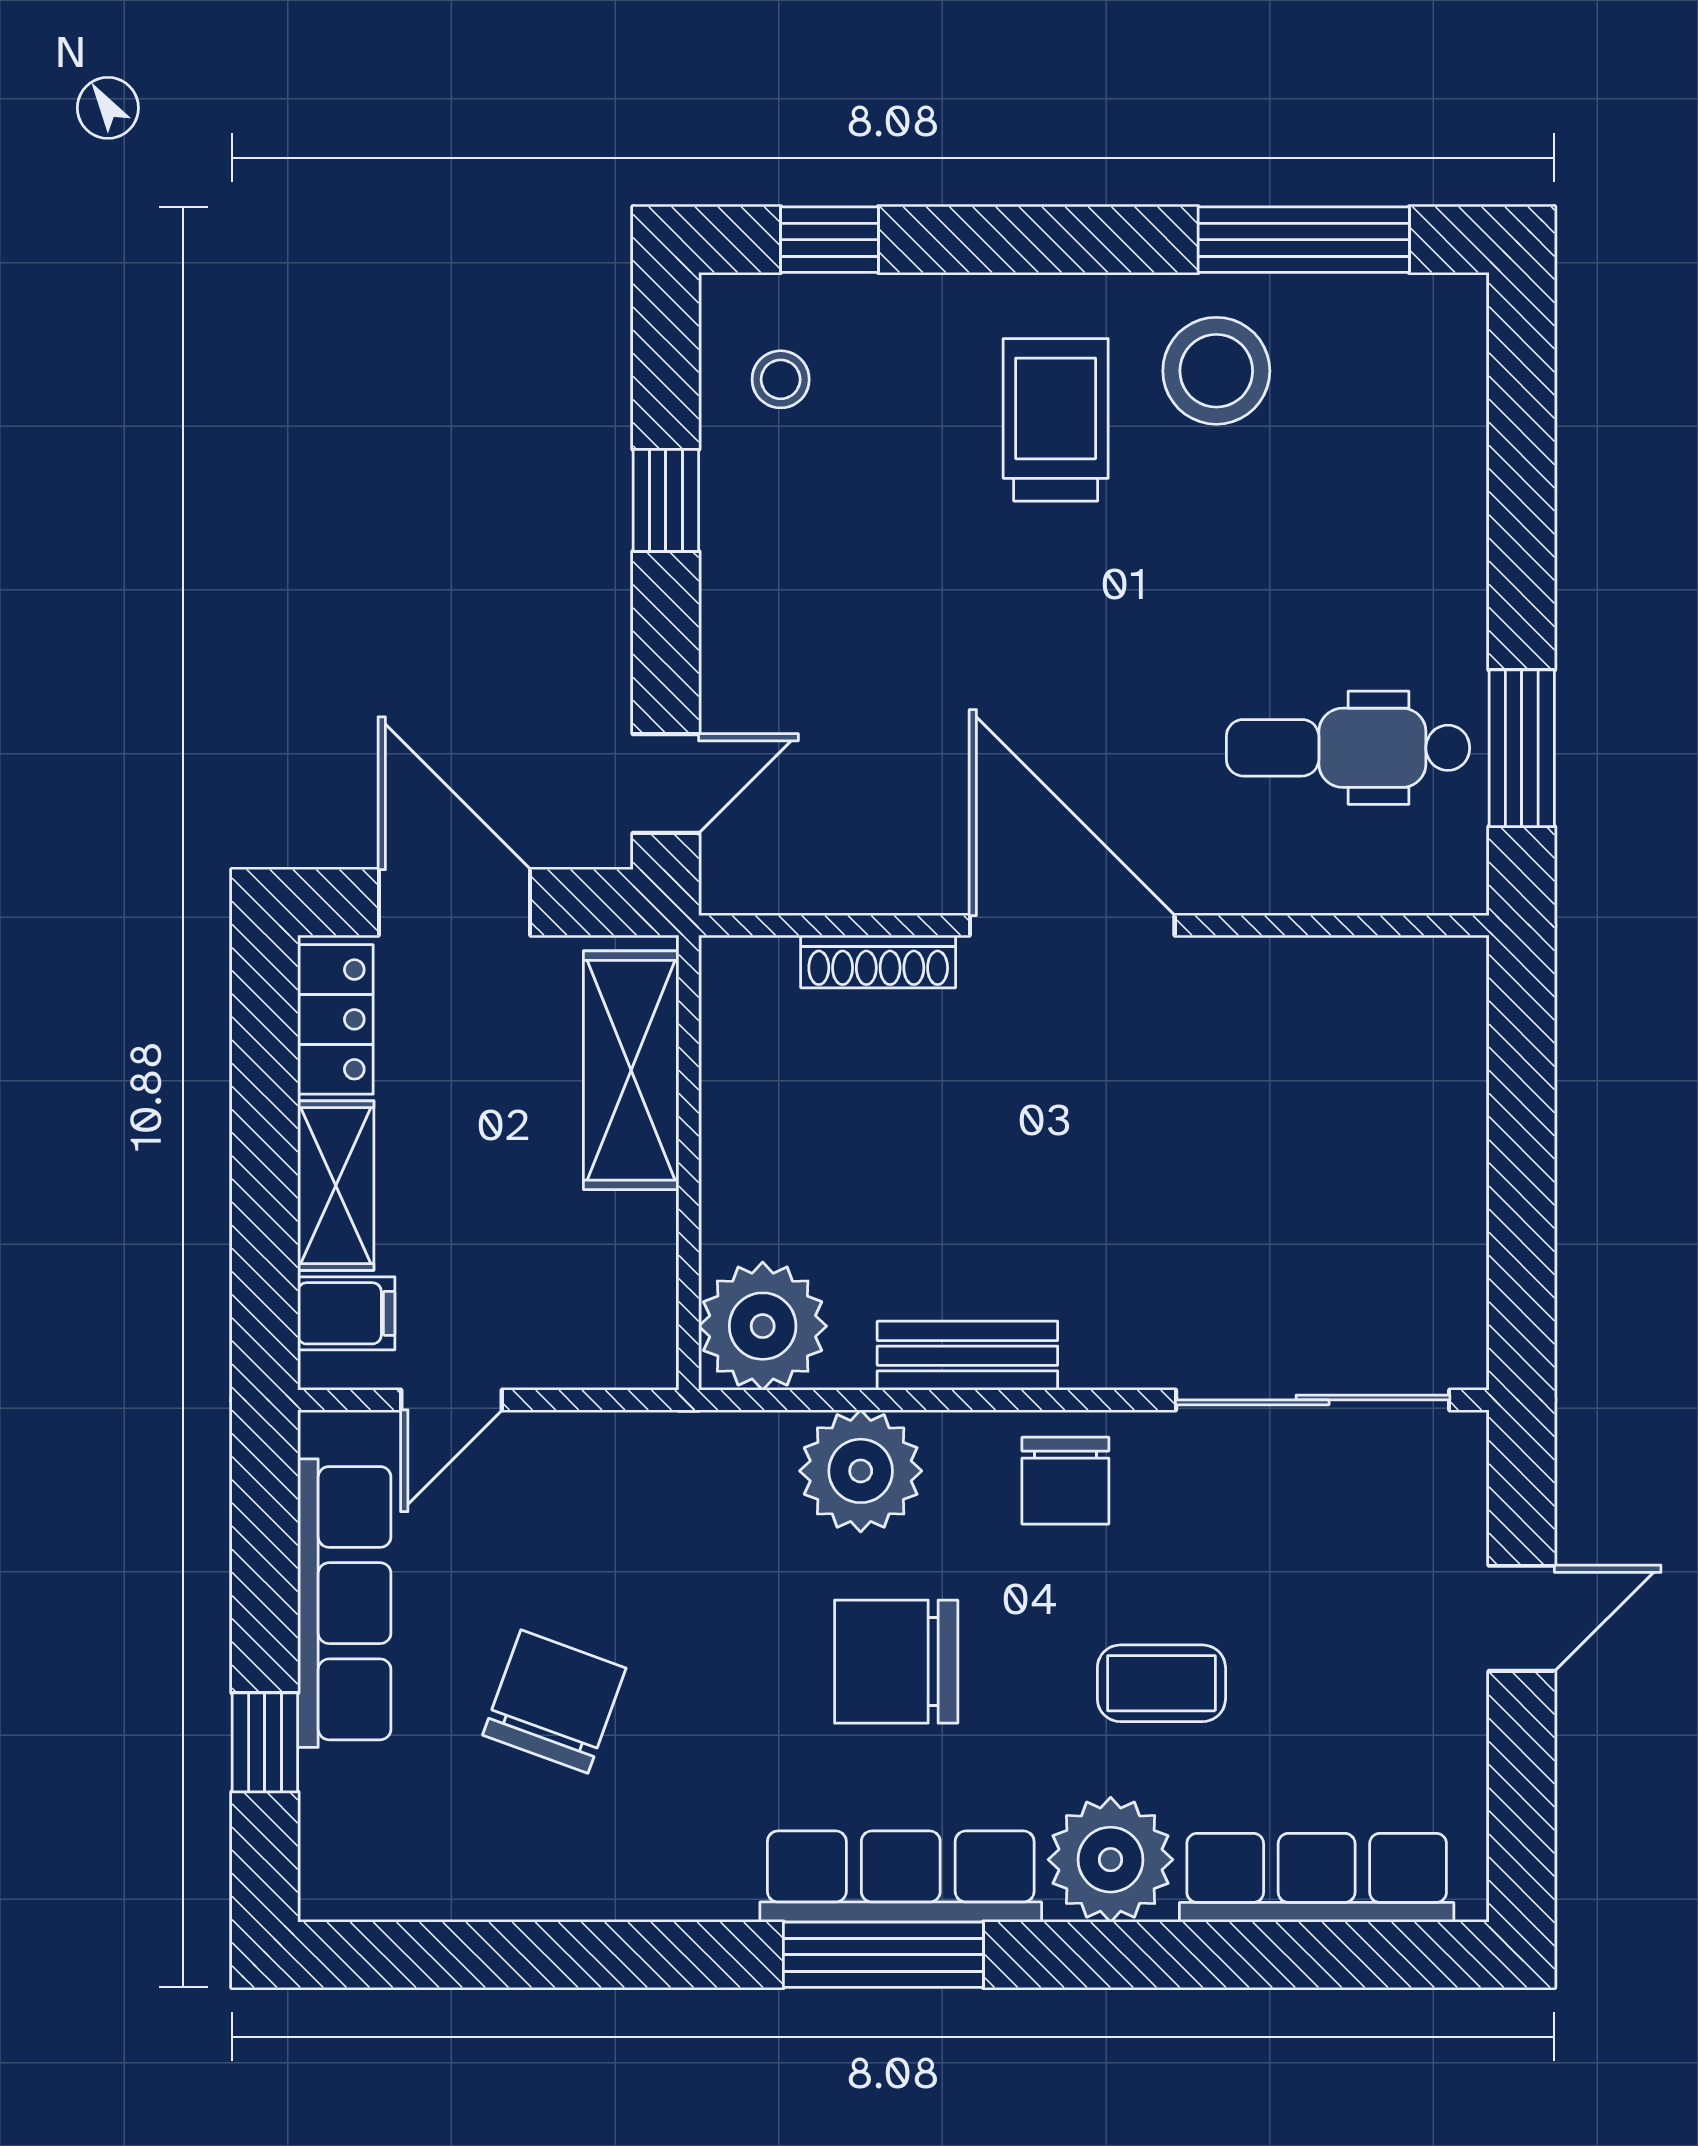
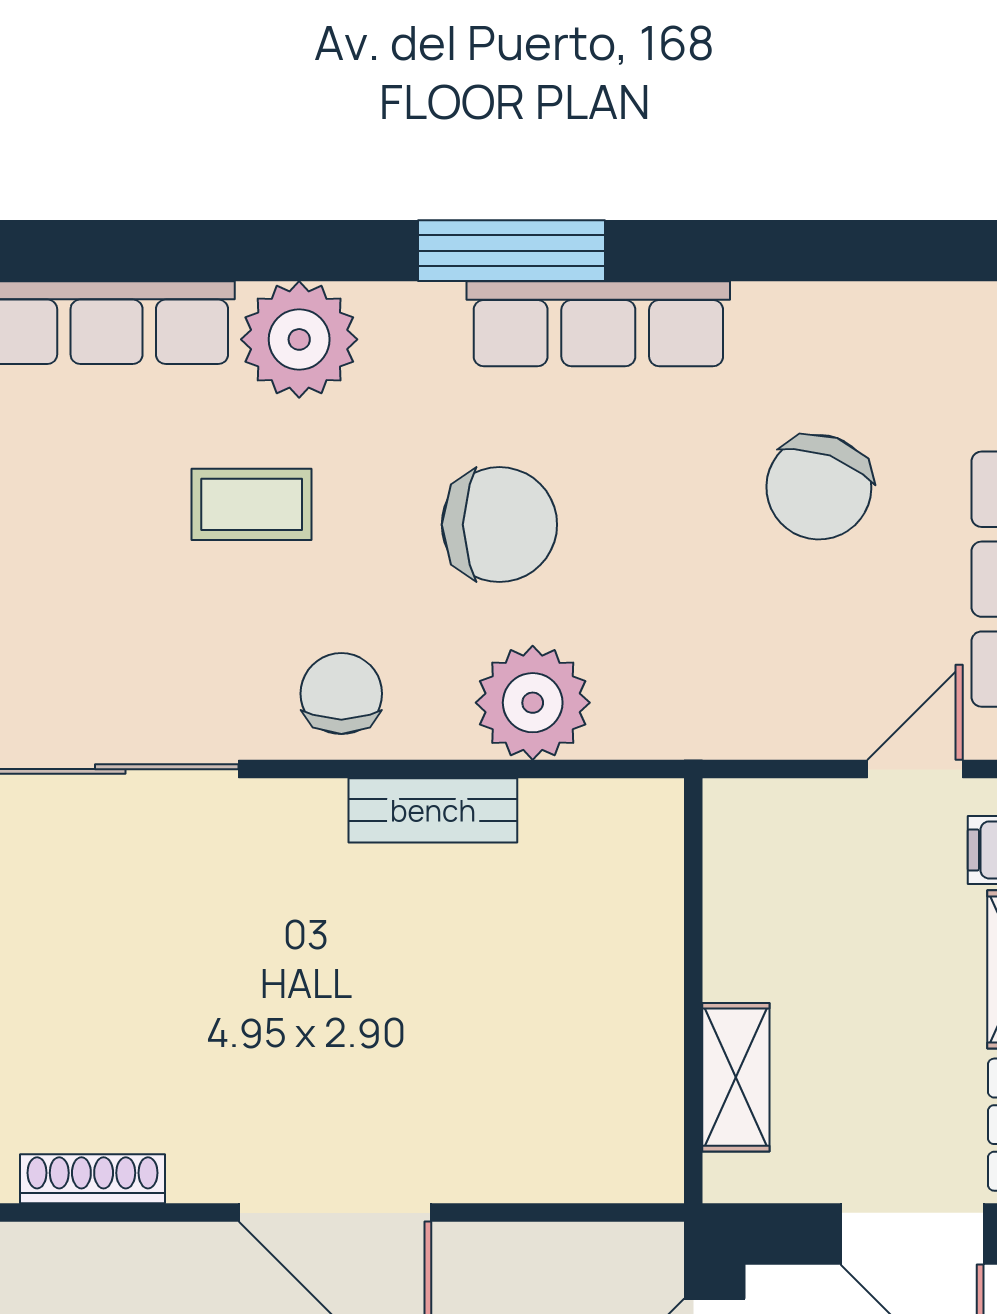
shoe rack: (878, 962) -> (92, 1179), moved
shelving: (631, 1070) -> (736, 1077), width x0.67, depth x0.75
plant: (763, 1326) -> (624, 838), removed
row of seats: (901, 1876) -> (598, 324), moved

